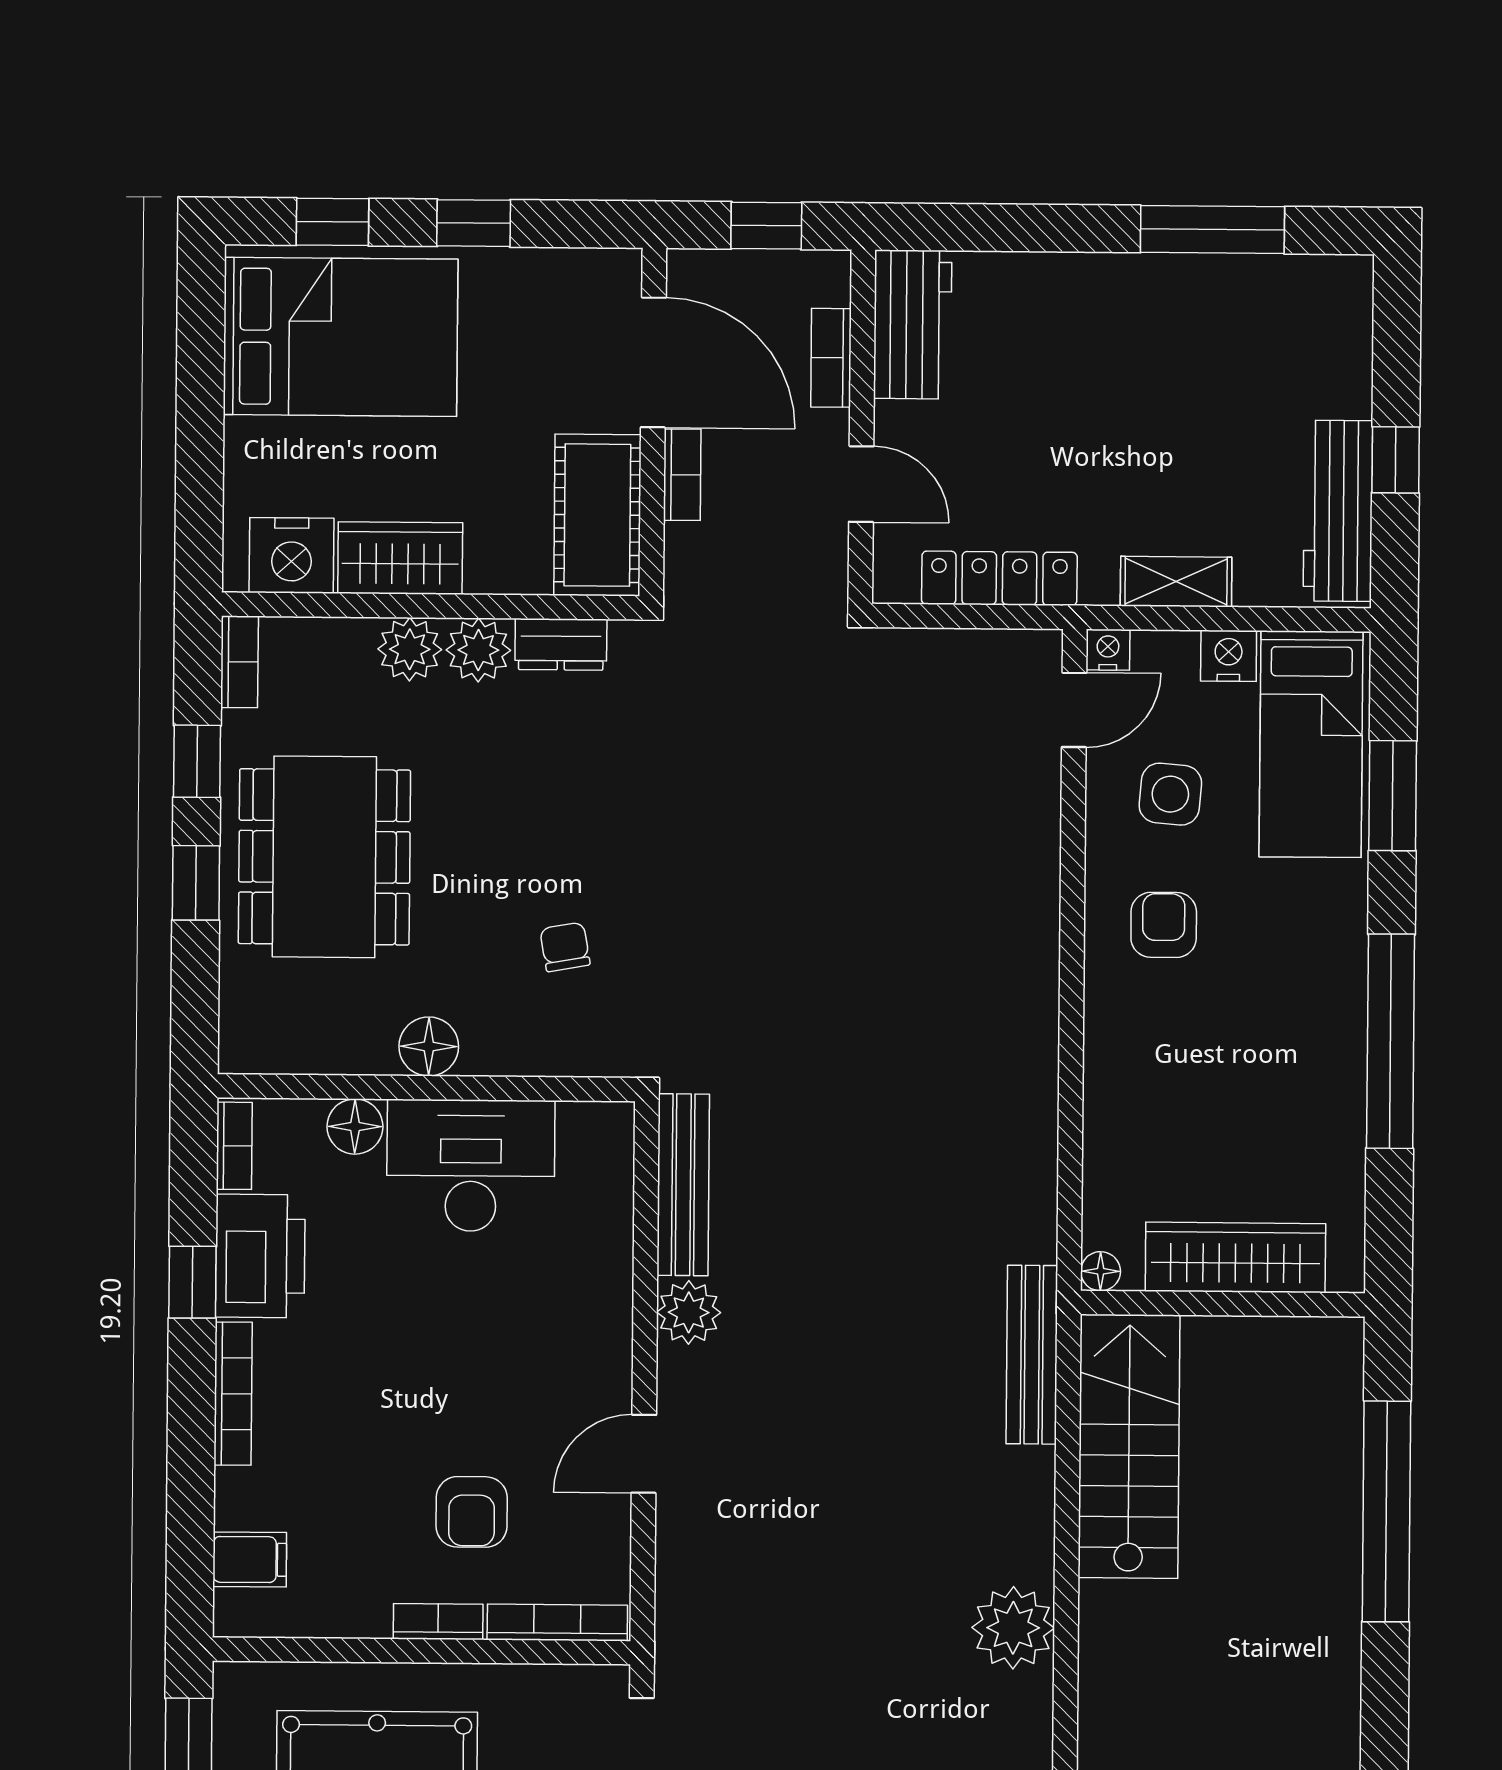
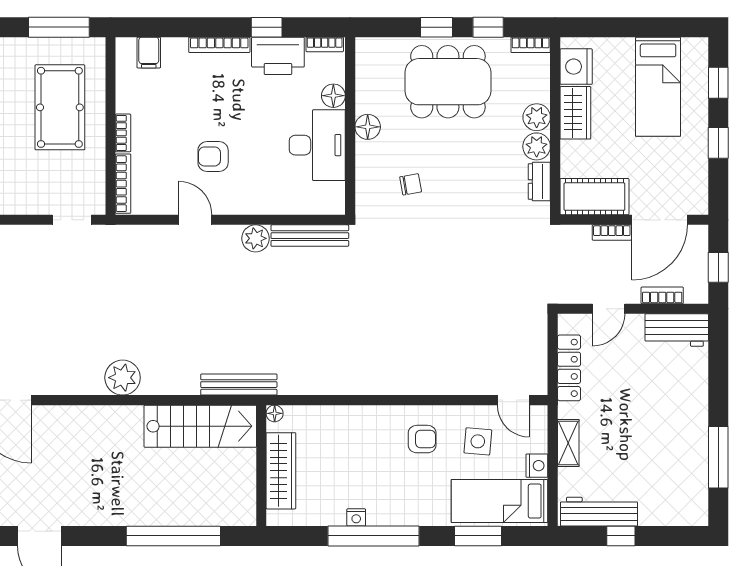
bed: (341, 337) -> (658, 87), width x0.67
nightstand: (1108, 650) -> (356, 517), moved, turned 90
armchair: (472, 1512) -> (213, 156), moved

